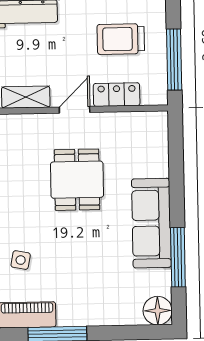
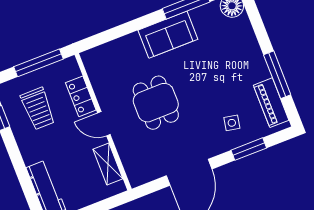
dining table: (77, 180) -> (156, 103), turned 90
sofa: (151, 223) -> (168, 35), width x0.73

